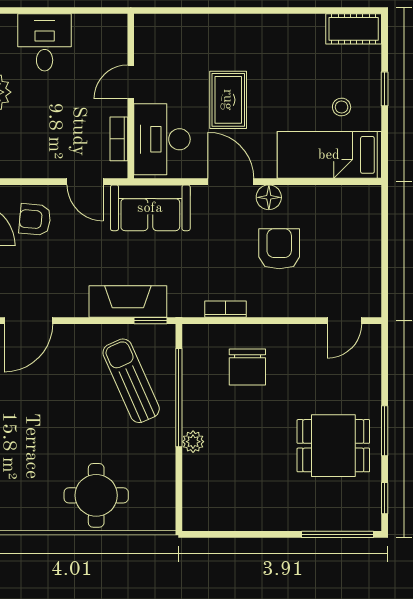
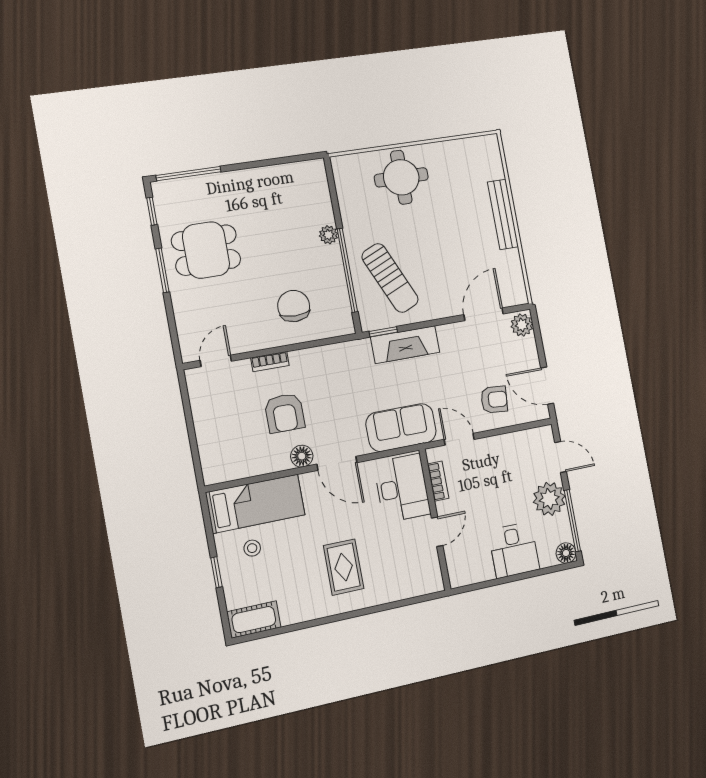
rug: (228, 100) -> (344, 567), moved
bookcase: (225, 309) -> (270, 362), moved

